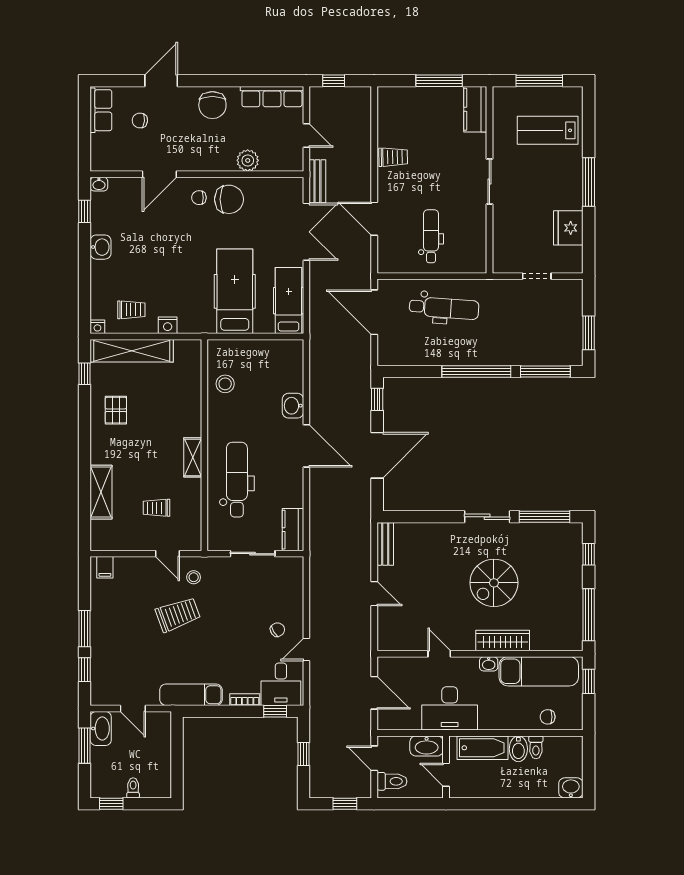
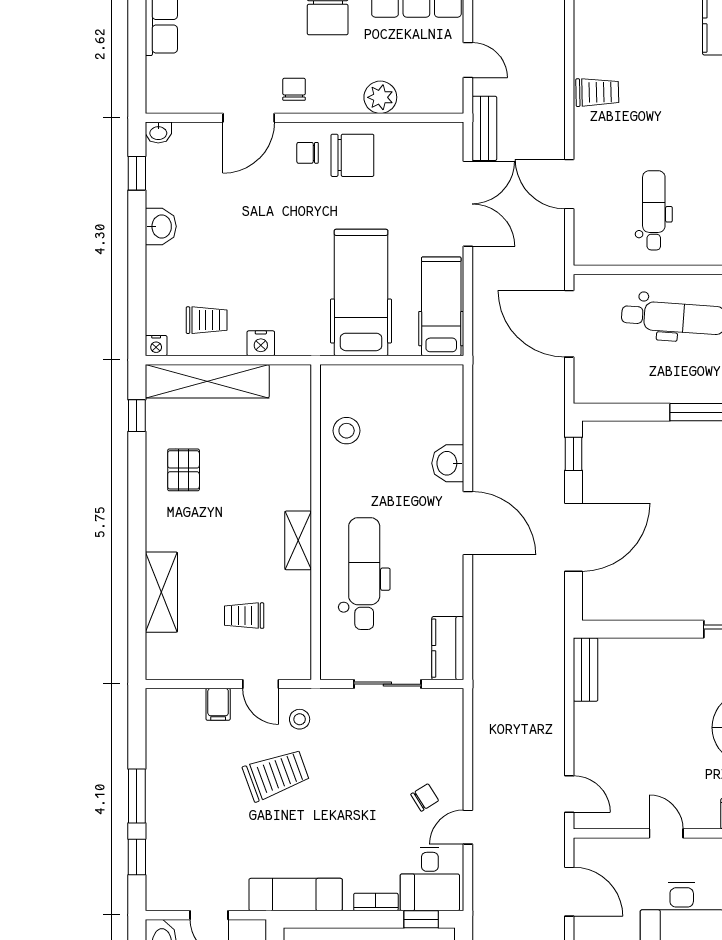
chair: (140, 120) -> (294, 89), moved, turned 85
filing cabinet: (105, 567) -> (218, 704), moved
door: (374, 594) -> (569, 794), moved

